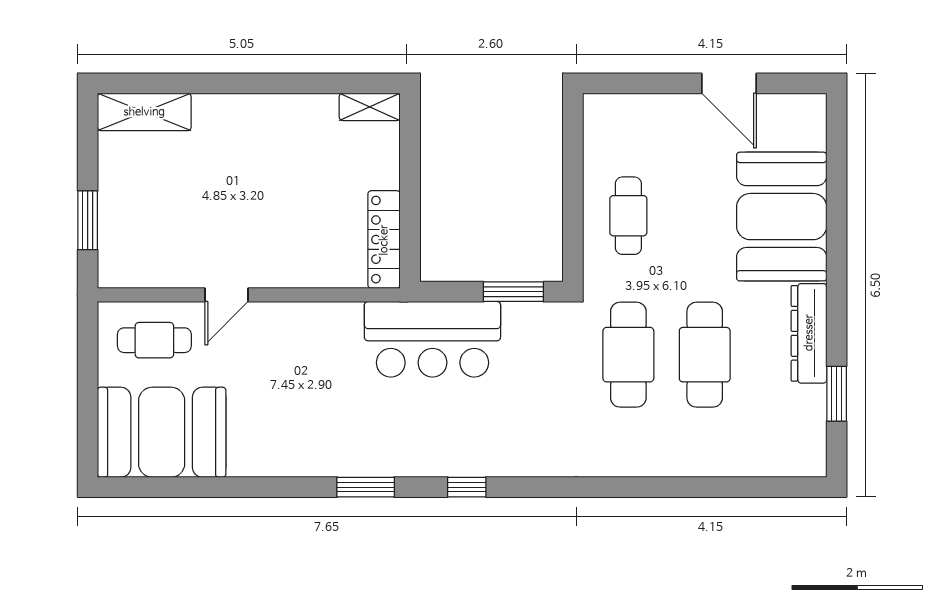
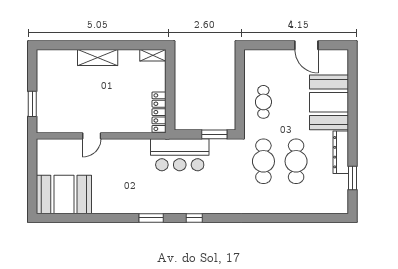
shelving: (144, 112) -> (98, 58), moved
cafe table: (154, 340) -> (61, 155), removed

